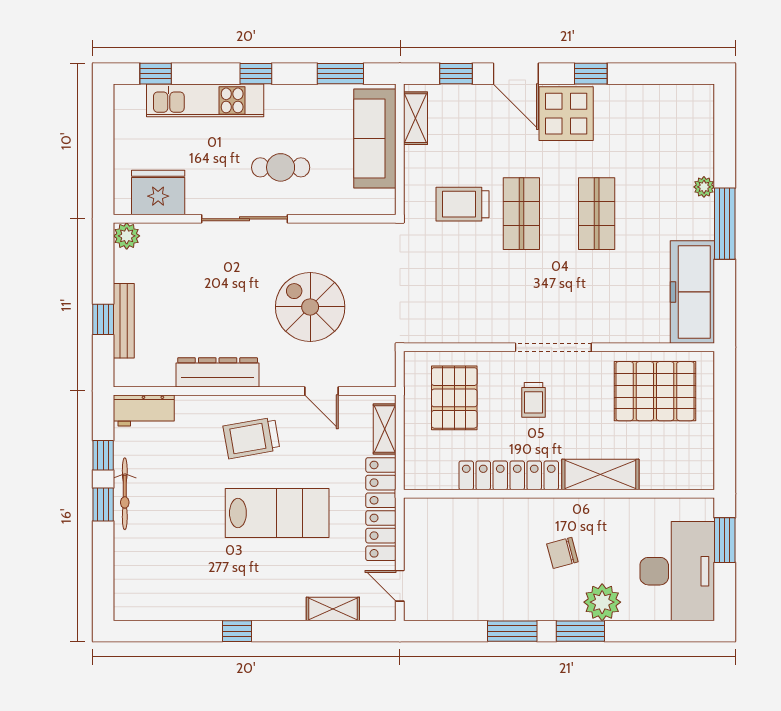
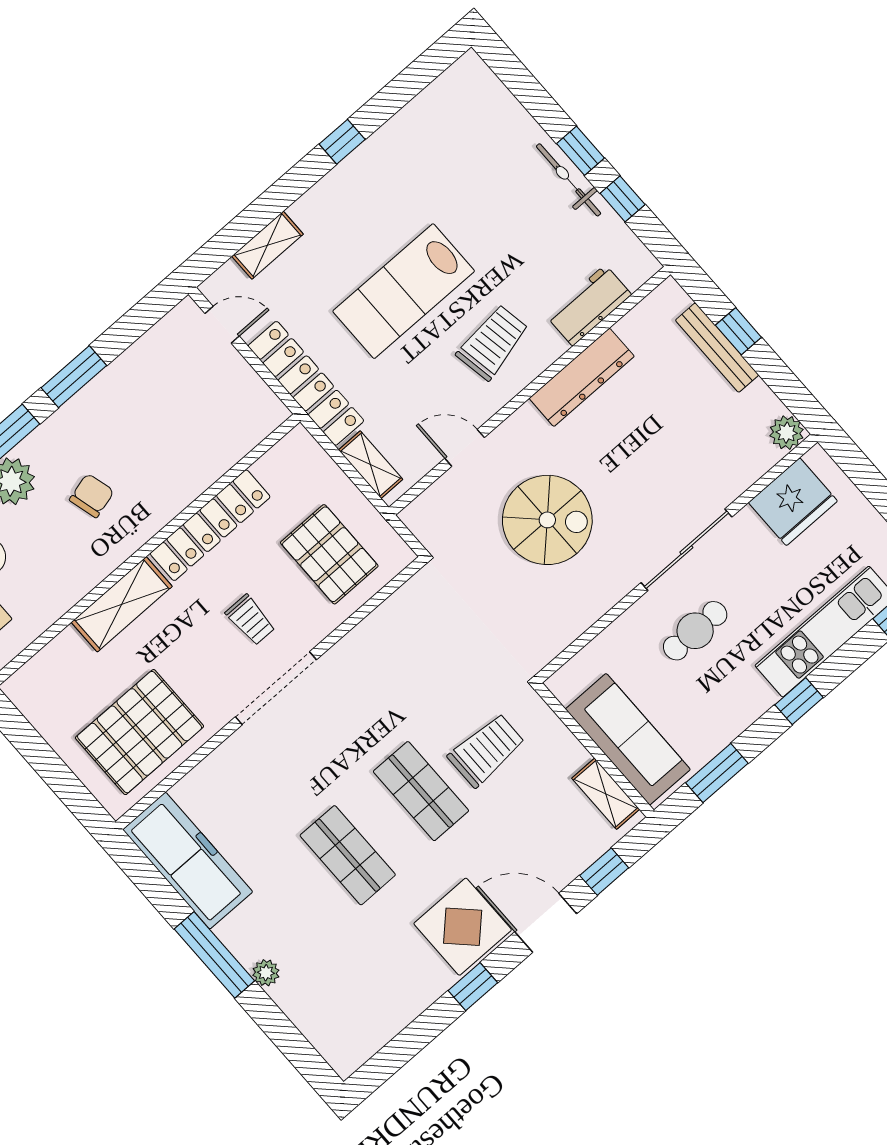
trolley: (533, 400) -> (250, 620), turned 180
workbench: (144, 410) -> (589, 305), moved

